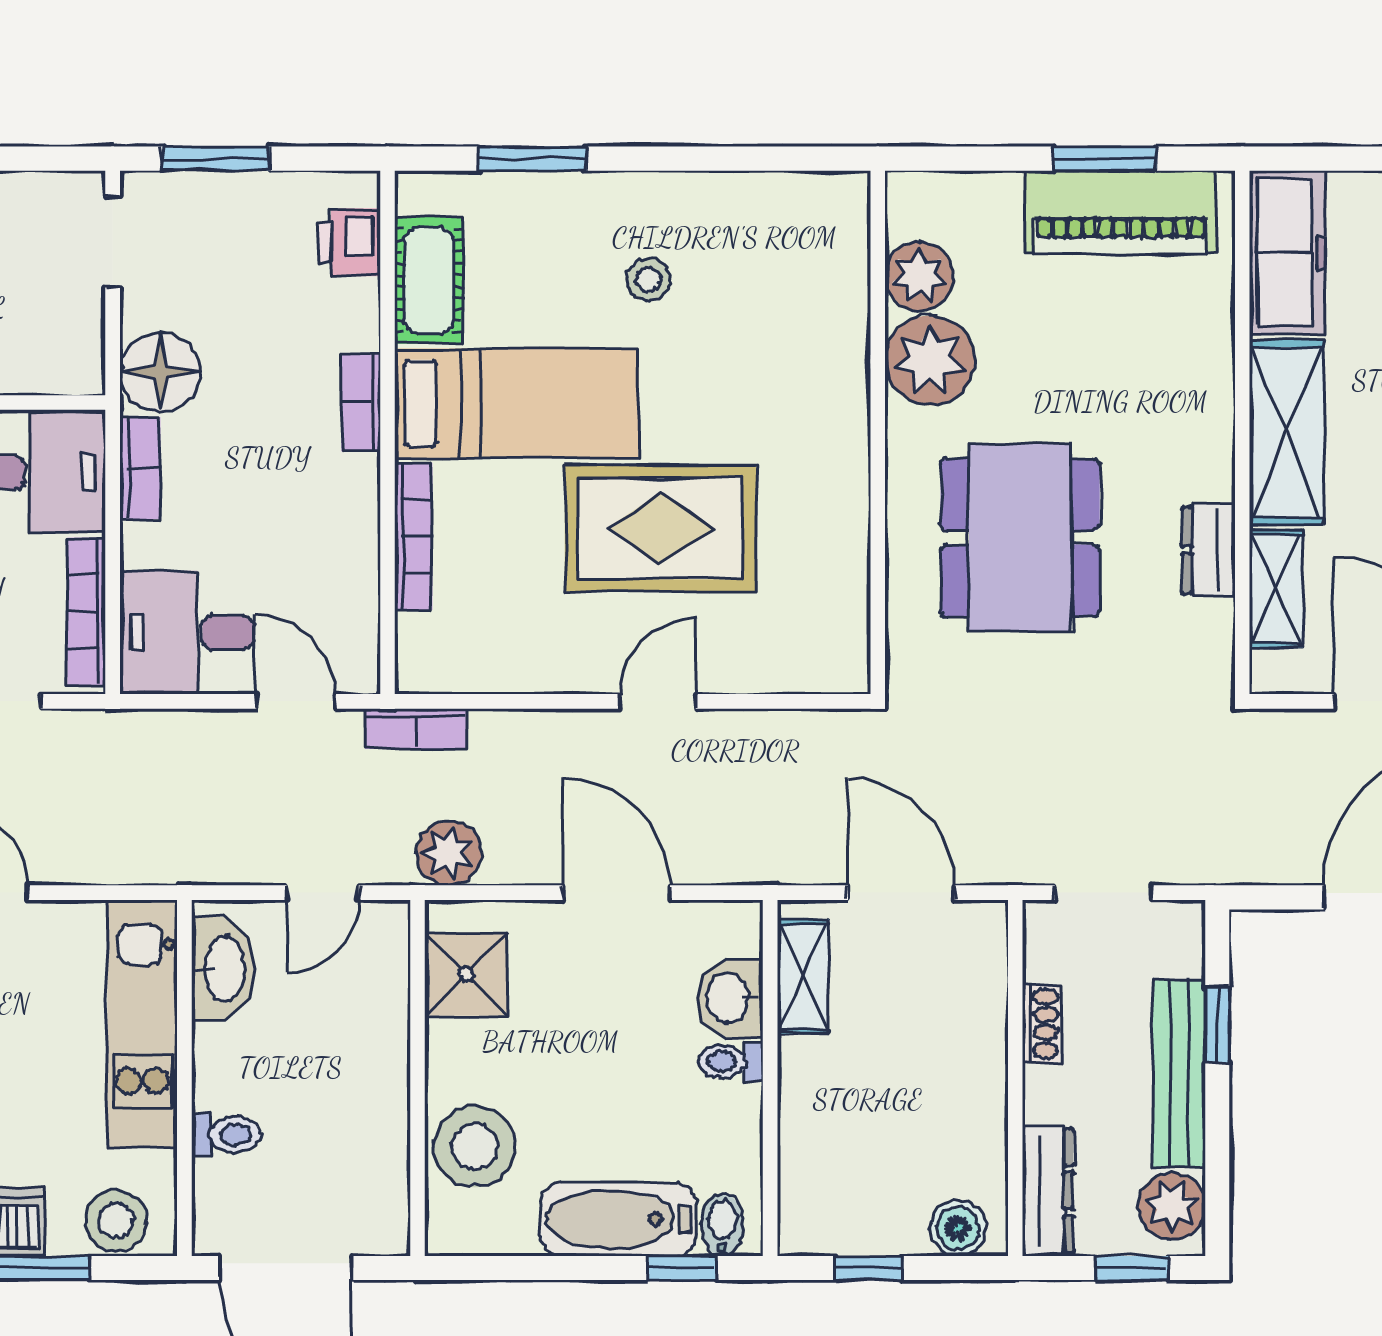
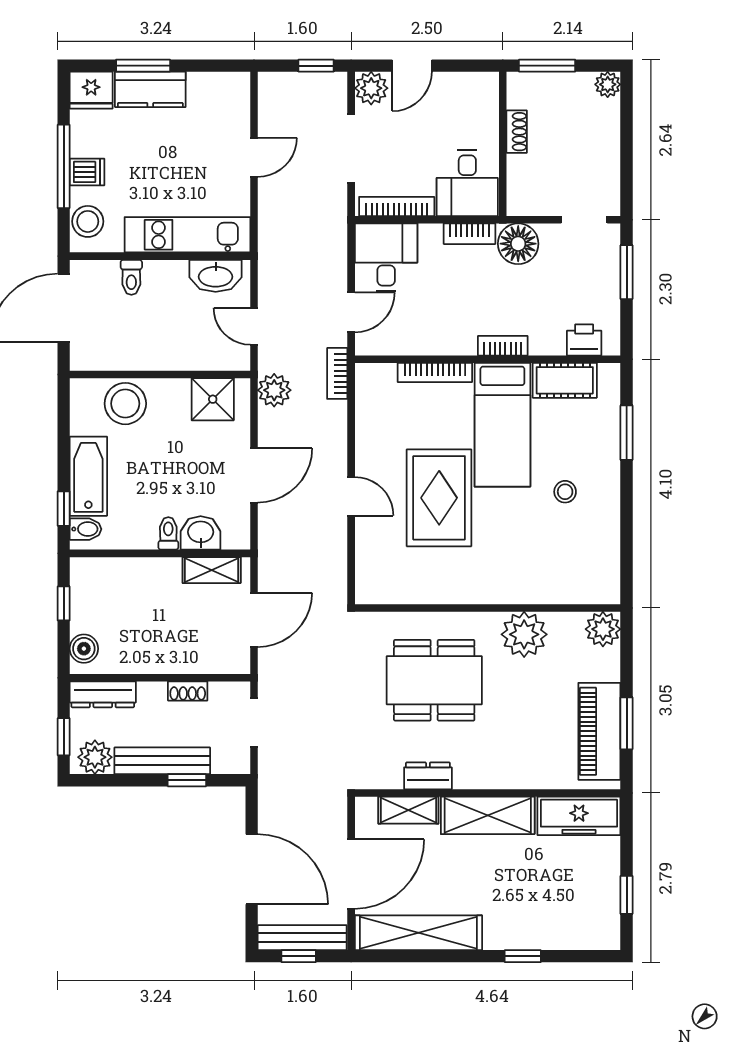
plant: (919, 276) -> (603, 629), moved

